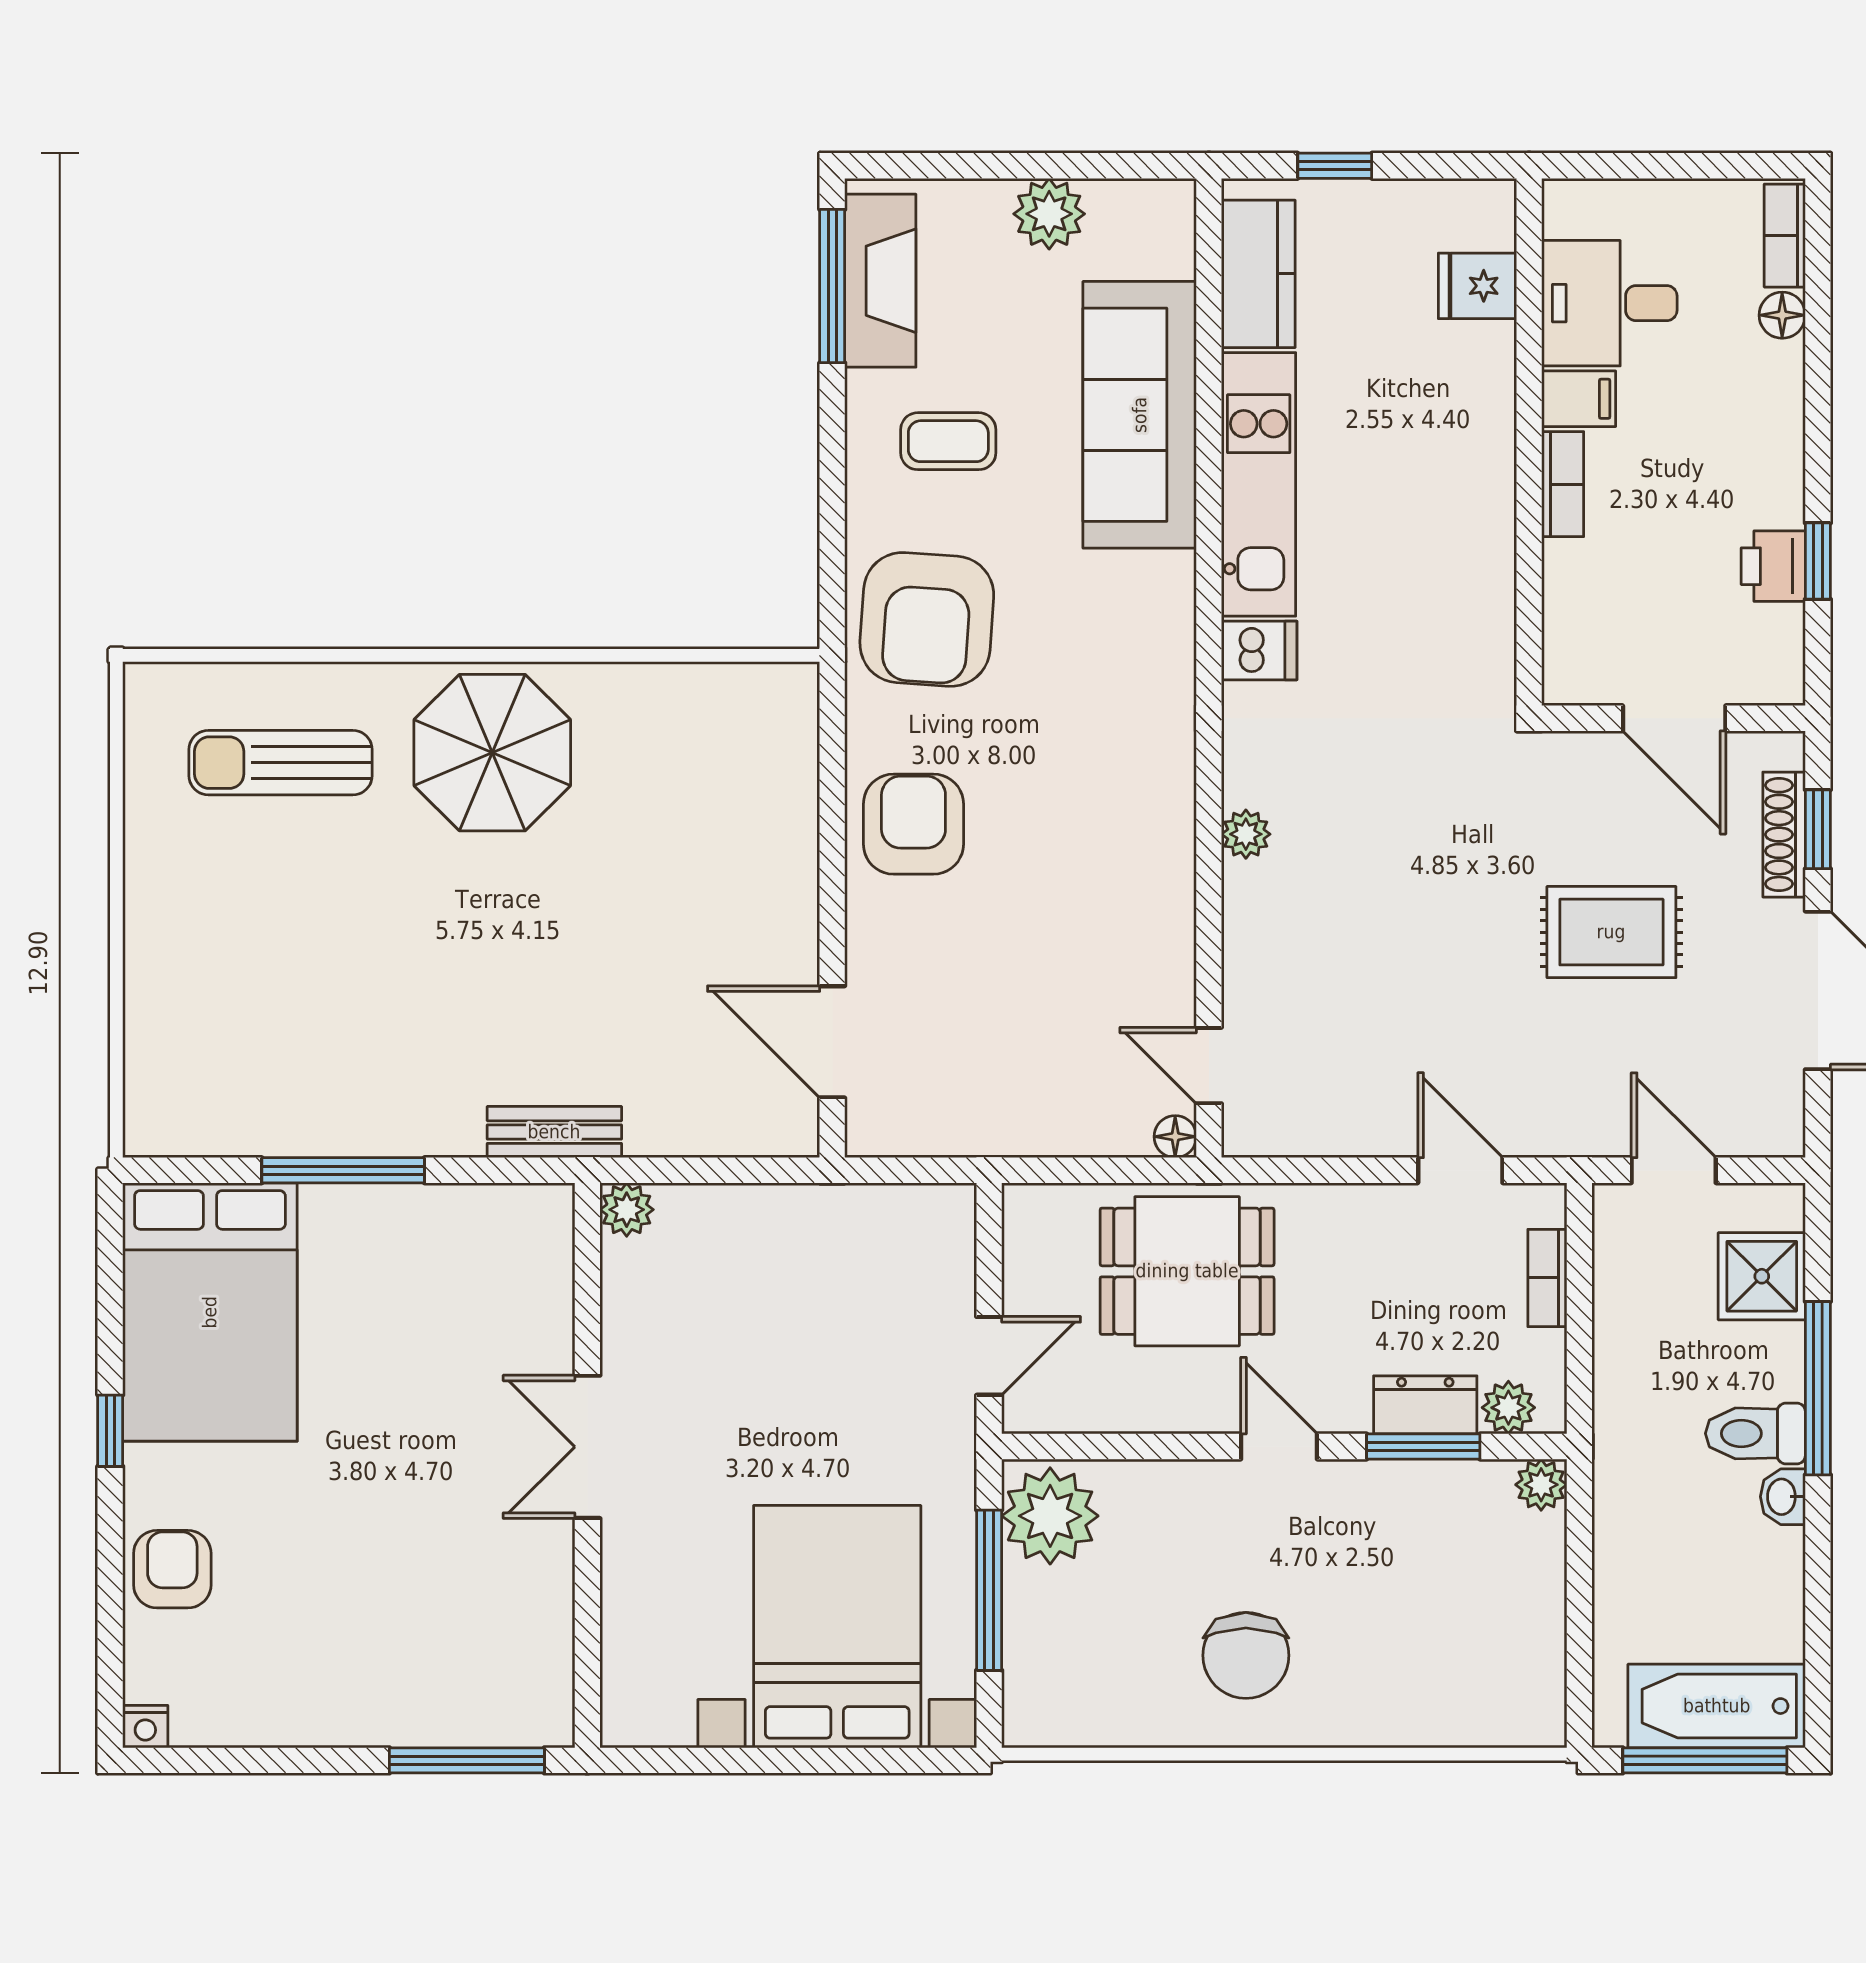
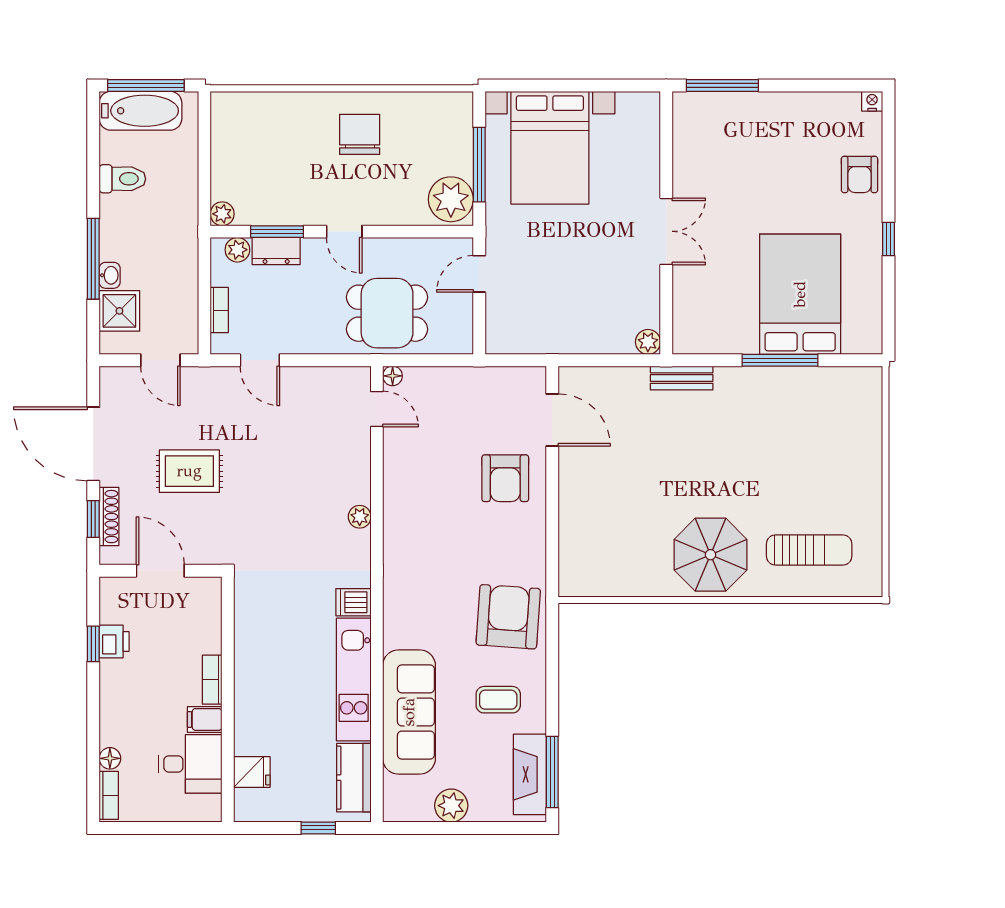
armchair: (913, 824) -> (505, 478), moved
bed: (210, 1312) -> (800, 294), moved
toilet: (1755, 1433) -> (122, 179), moved
washbasin: (1783, 1497) -> (110, 275), moved

